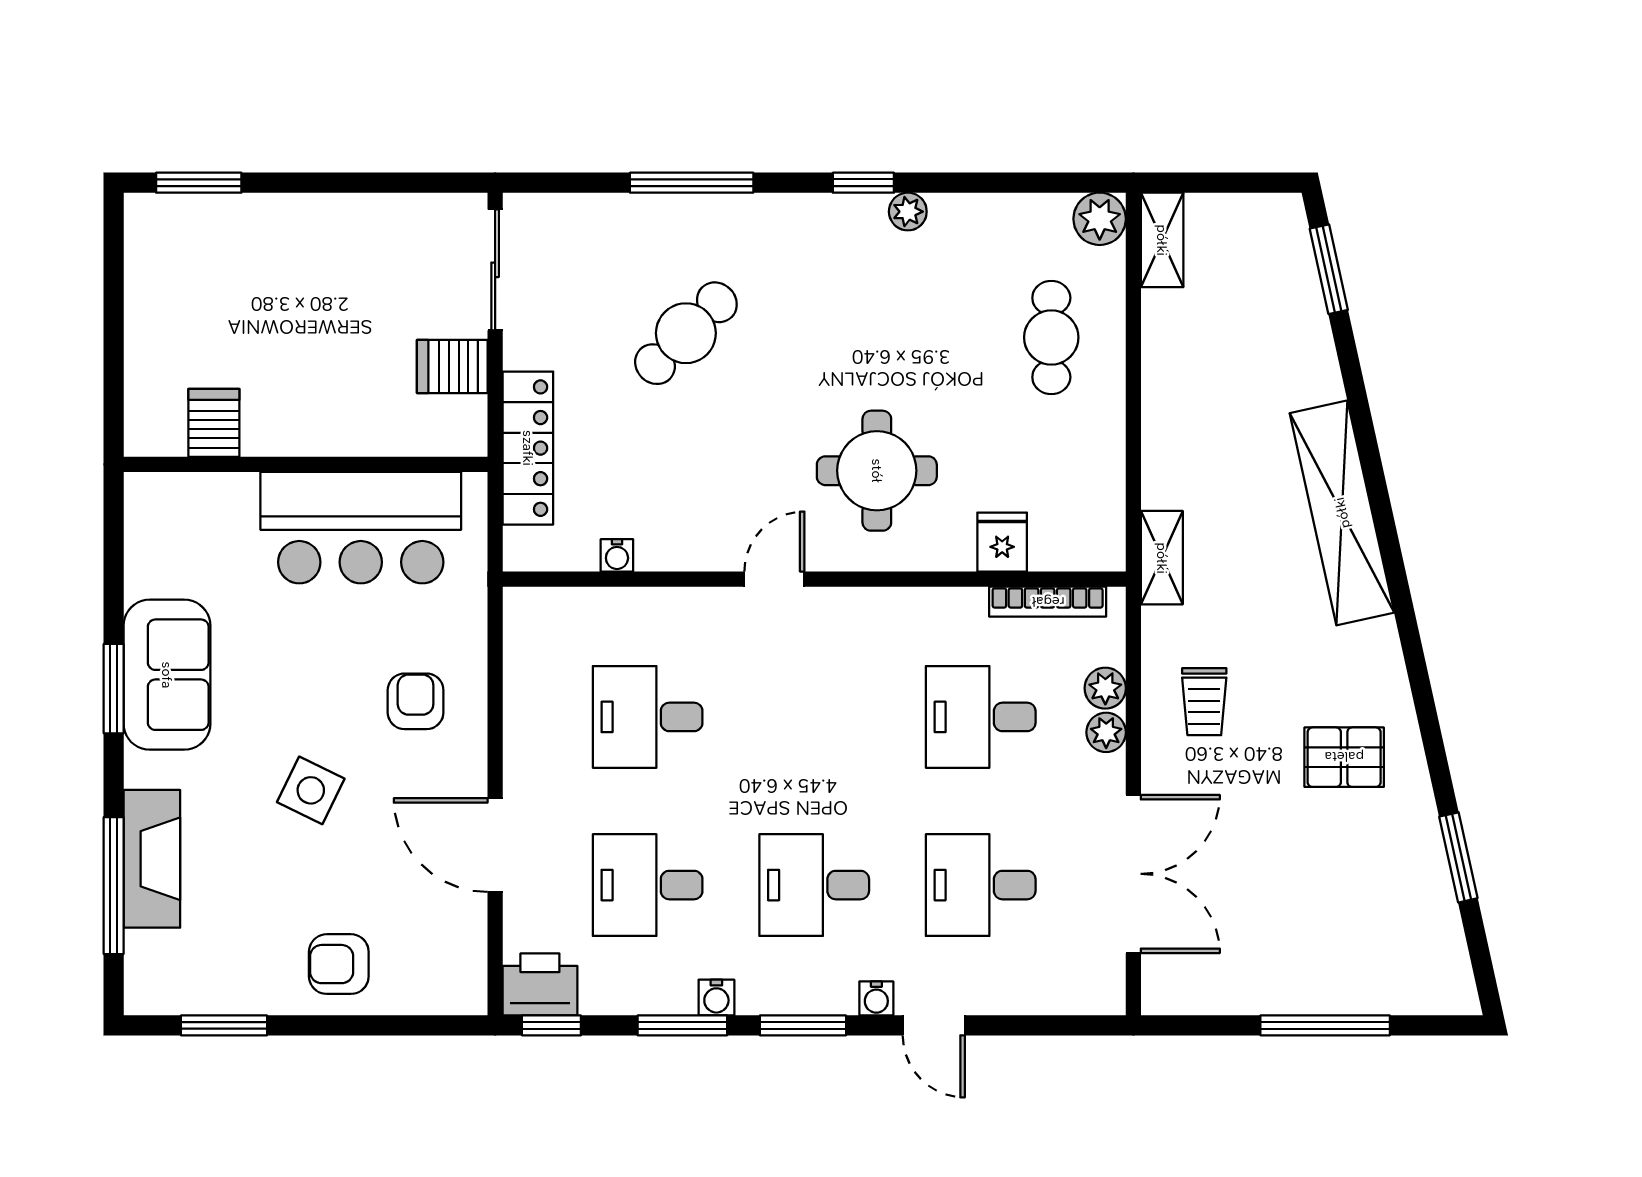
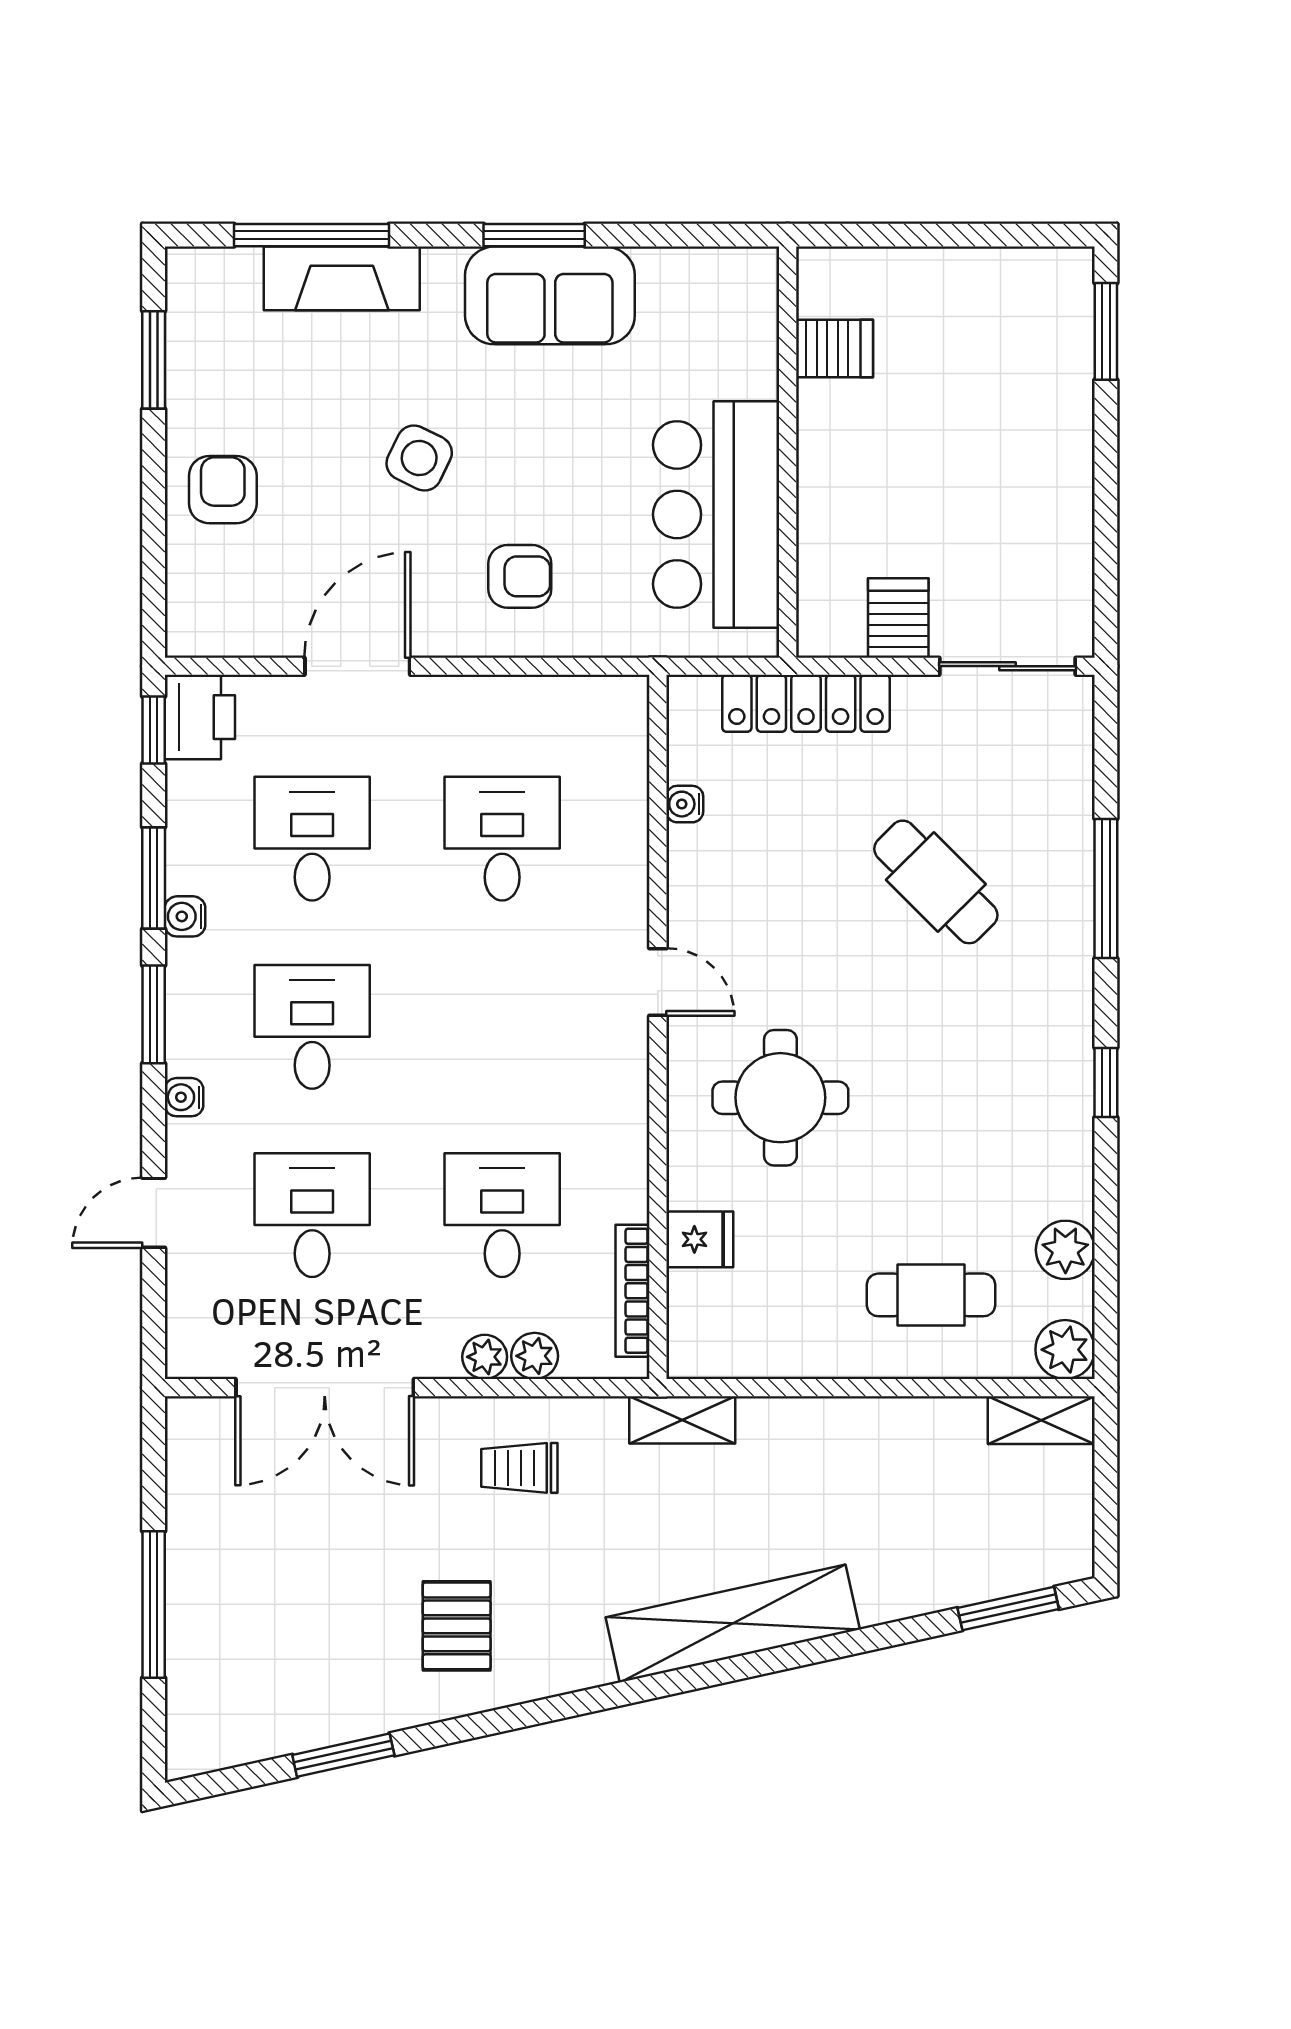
plant: (908, 212) -> (1065, 1250), moved, width x1.38, depth x1.38
door: (934, 1025) -> (154, 1213), moved

